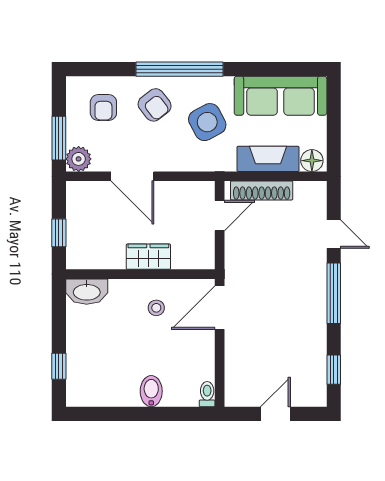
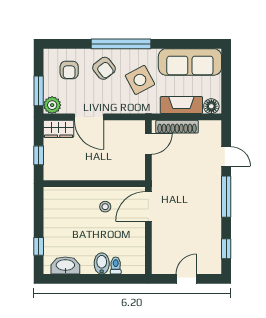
wardrobe: (148, 257) -> (59, 129), moved, turned 180
washbasin: (87, 292) -> (65, 266), moved, turned 180
toilet: (207, 394) -> (116, 266), moved

